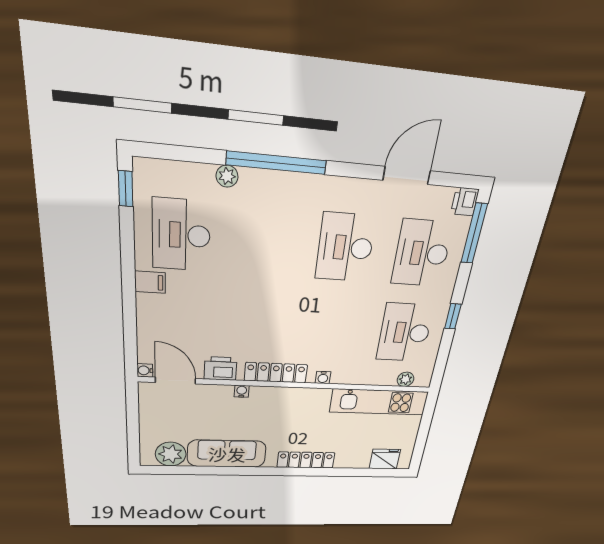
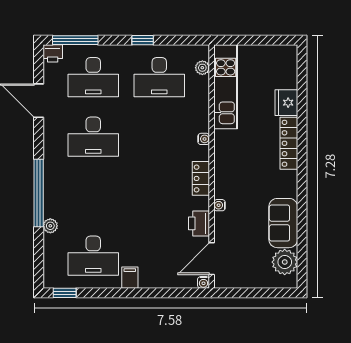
locker: (276, 373) -> (201, 178), width x0.66
sofa: (227, 454) -> (283, 223), width x0.73
fridge: (385, 459) -> (286, 103), moved

